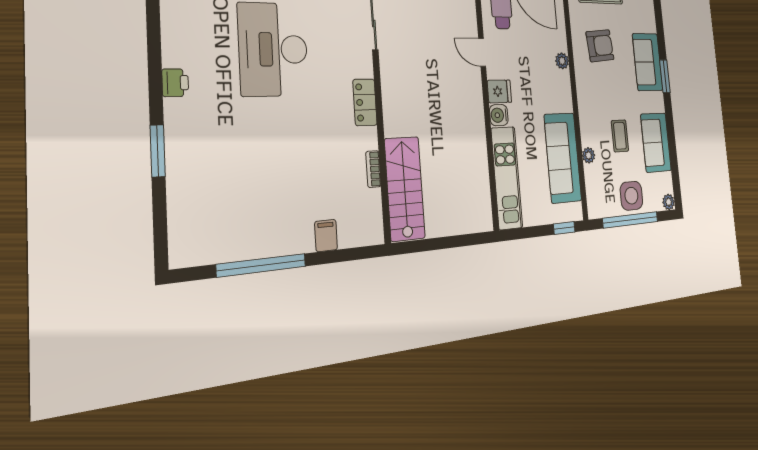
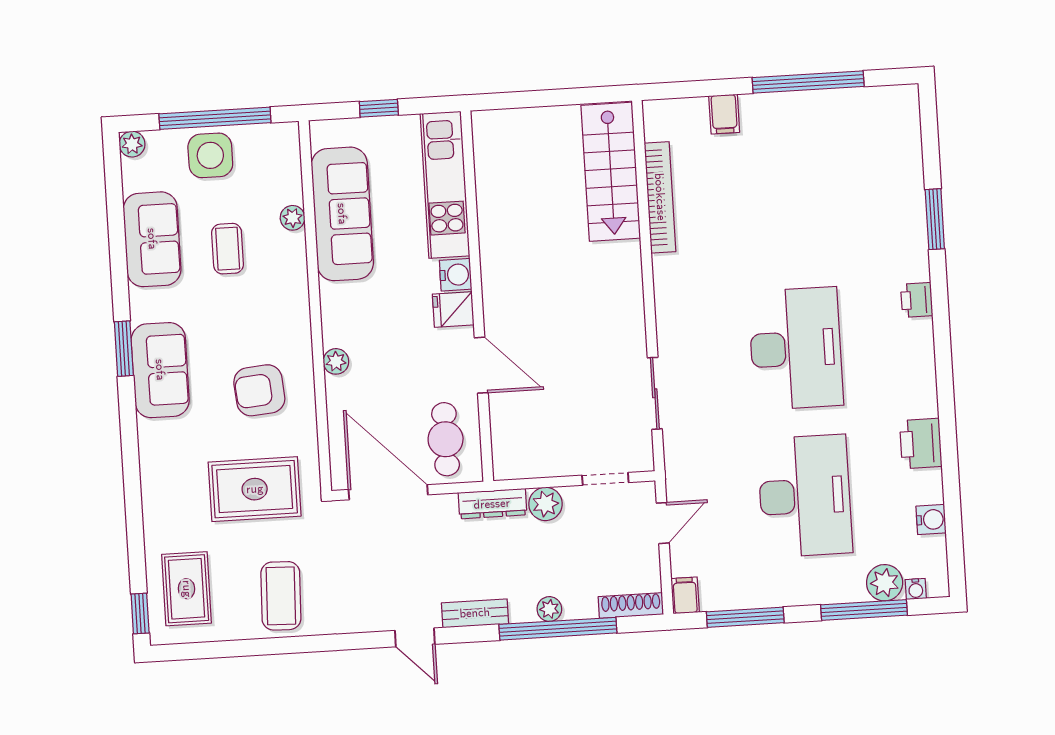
door: (482, 52) -> (481, 365), width x1.38
locker: (365, 102) -> (669, 286), removed
bookcase: (373, 169) -> (660, 197), width x2.31, depth x1.31
window: (564, 228) -> (379, 108), moved

